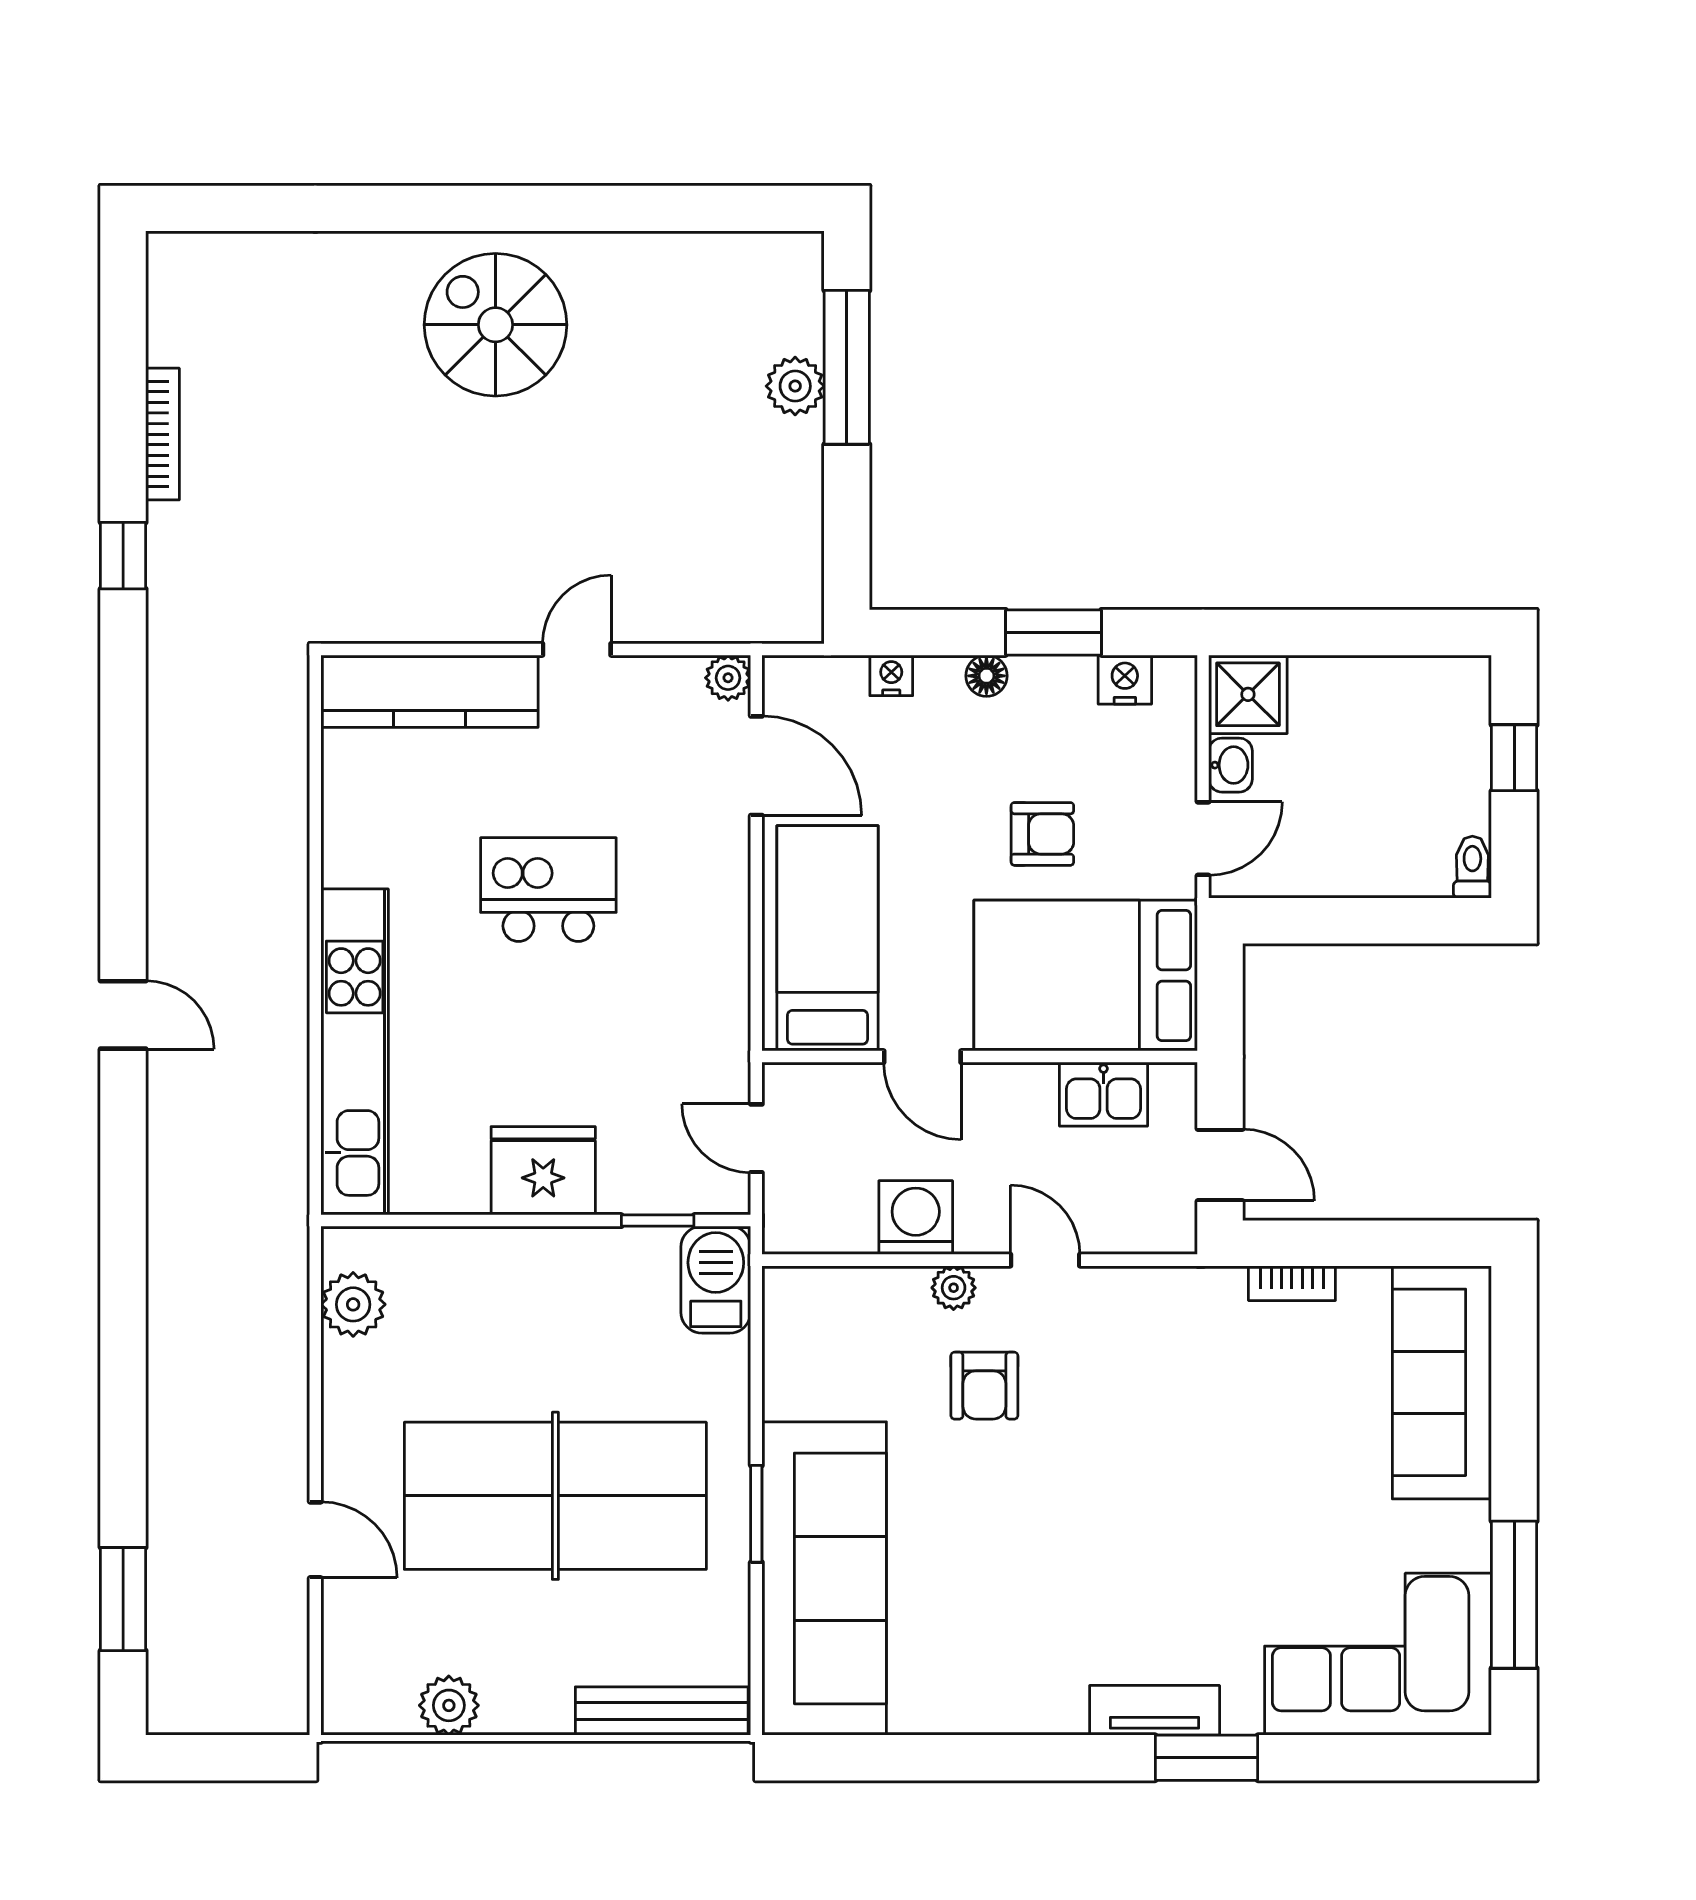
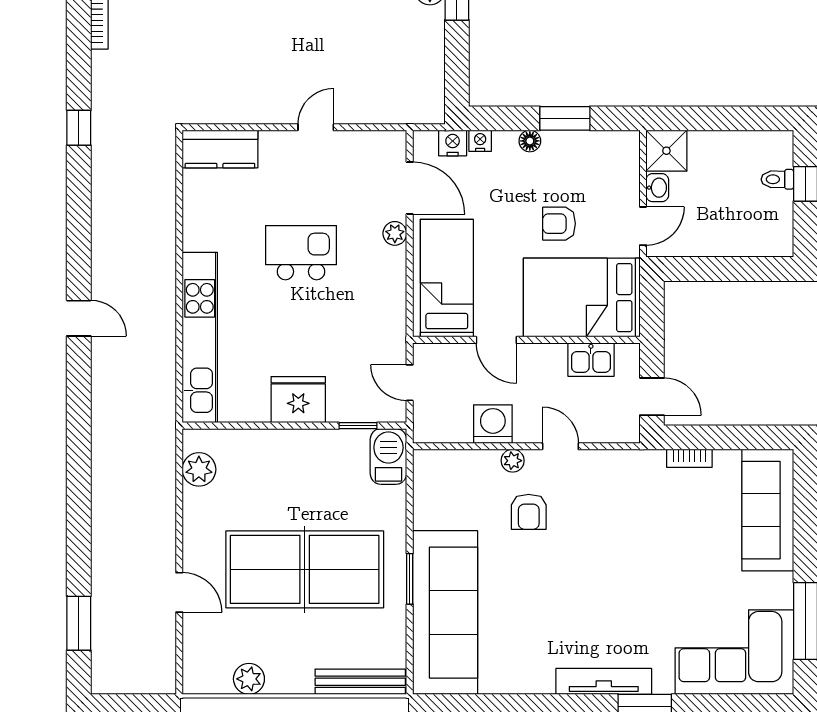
window: (123, 556) -> (79, 128), moved
plant: (728, 678) -> (395, 233), moved
nightstand: (1125, 680) -> (453, 143), moved
kitchen counter: (429, 691) -> (220, 149), width x0.67
armchair: (1042, 834) -> (559, 224), turned 180
toilet: (1472, 867) -> (777, 179), moved, turned -90
tv unit: (1155, 1710) -> (604, 681), width x1.41

